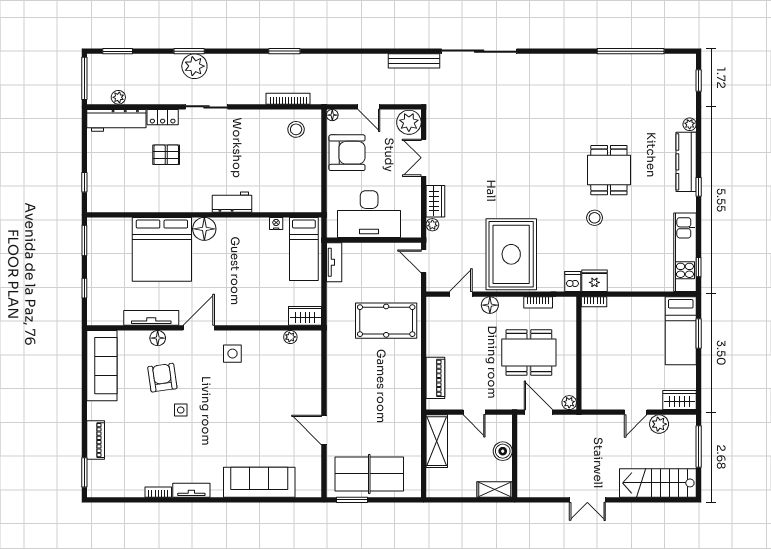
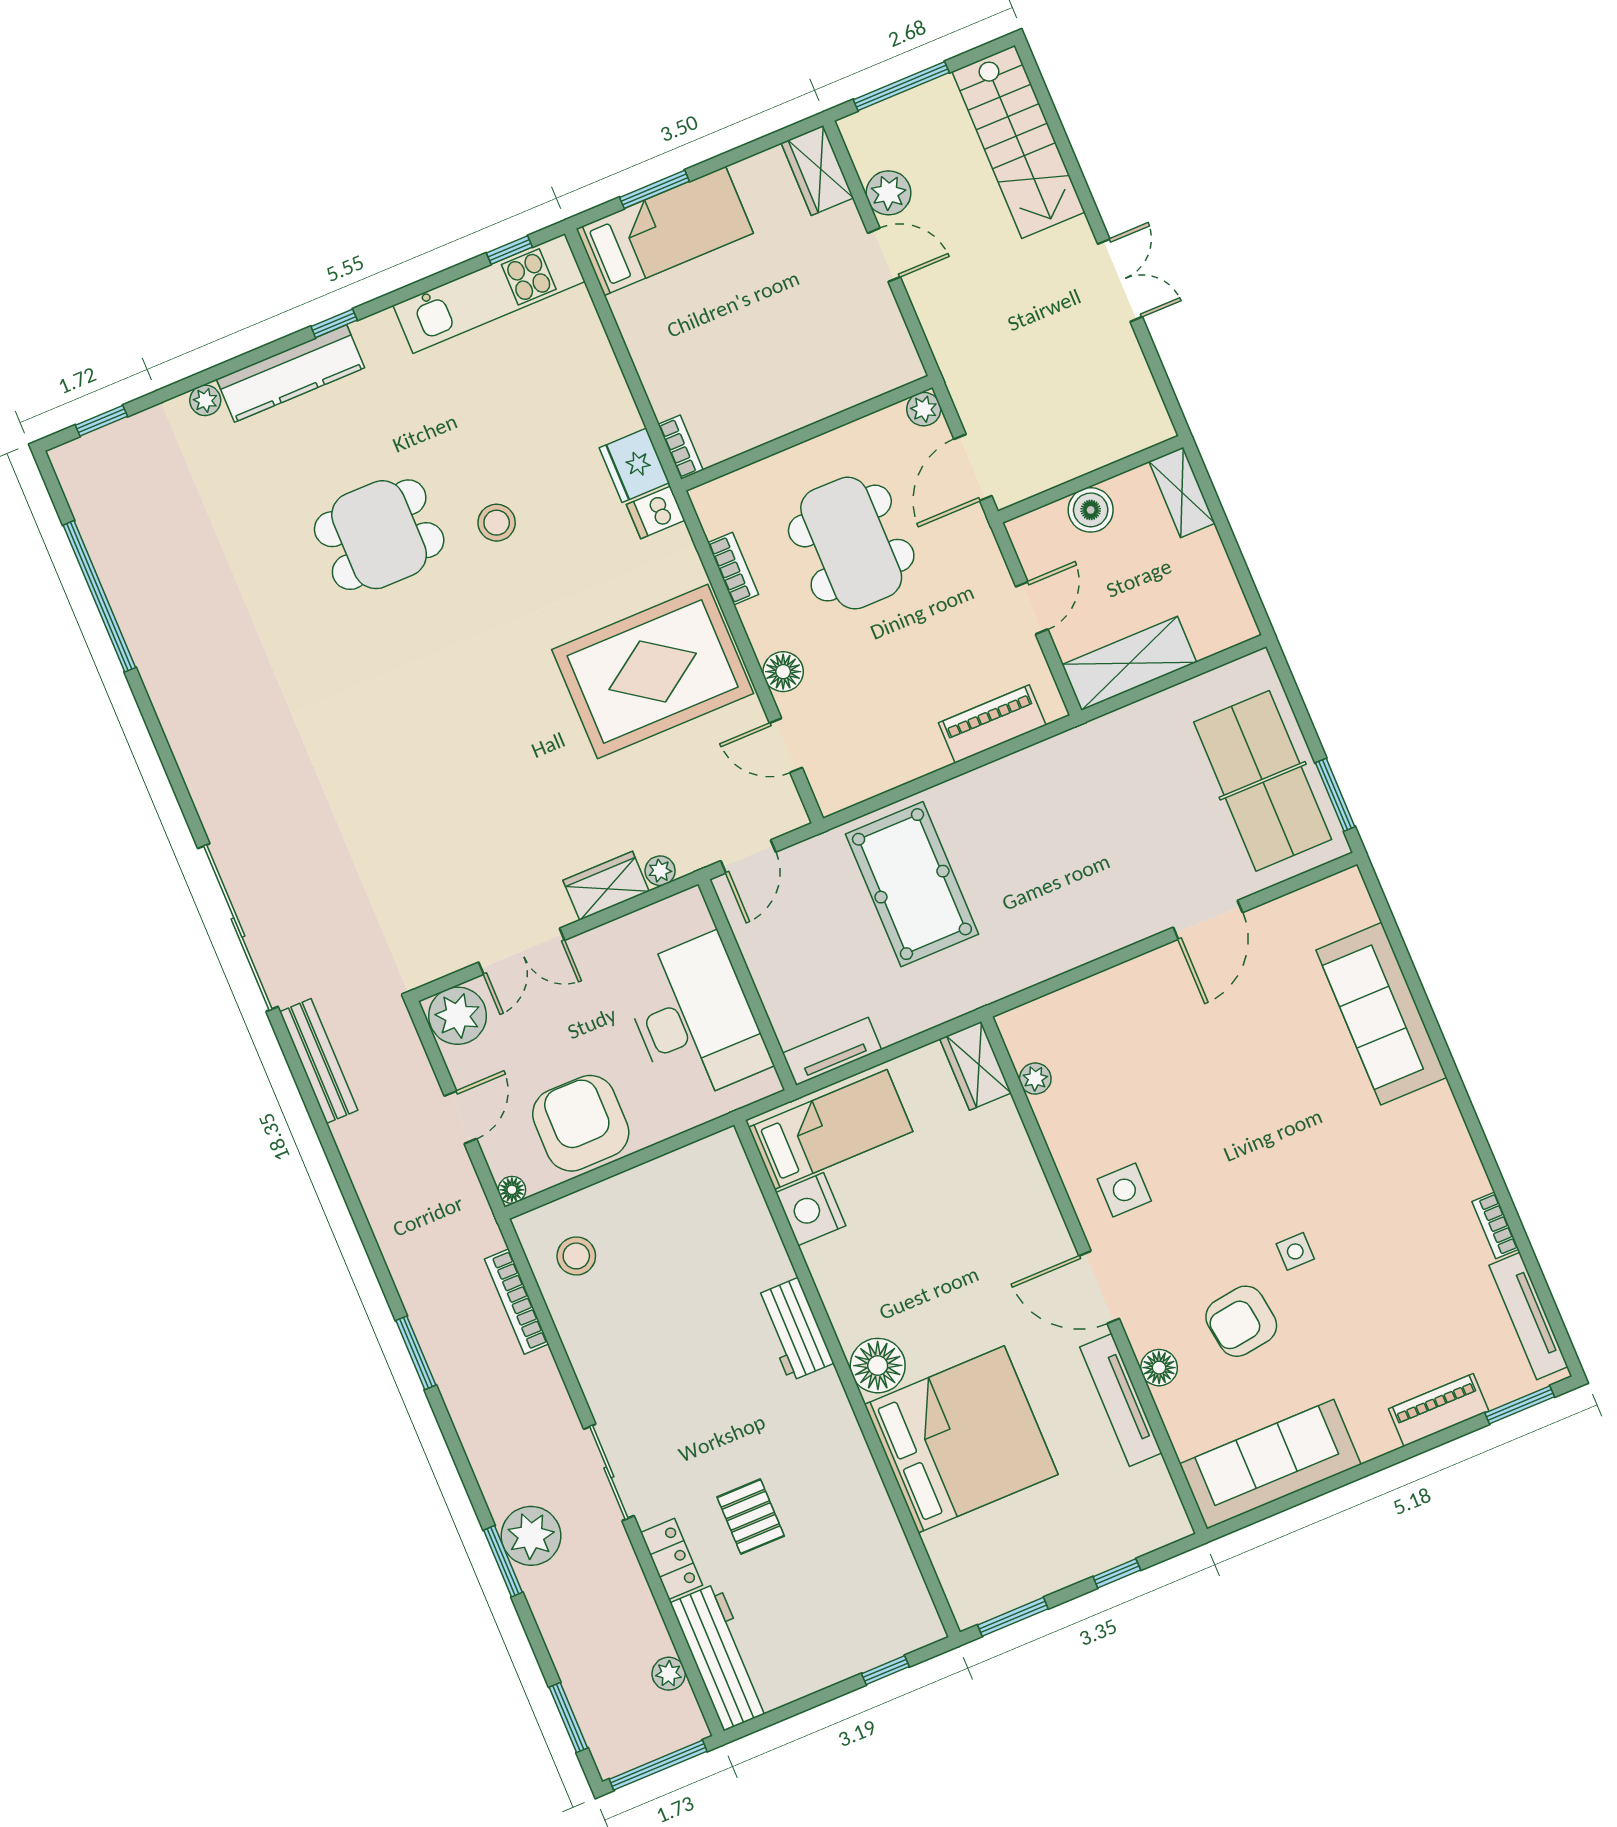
nightstand: (276, 223) -> (811, 1209), width x1.89, depth x1.79
tv unit: (191, 490) -> (1528, 1316), moved, width x1.41

